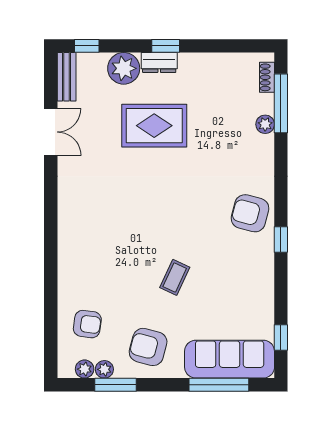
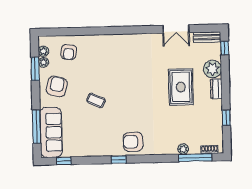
window: (166, 46) -> (226, 118), moved
armchair: (250, 213) -> (133, 142), turned -105

